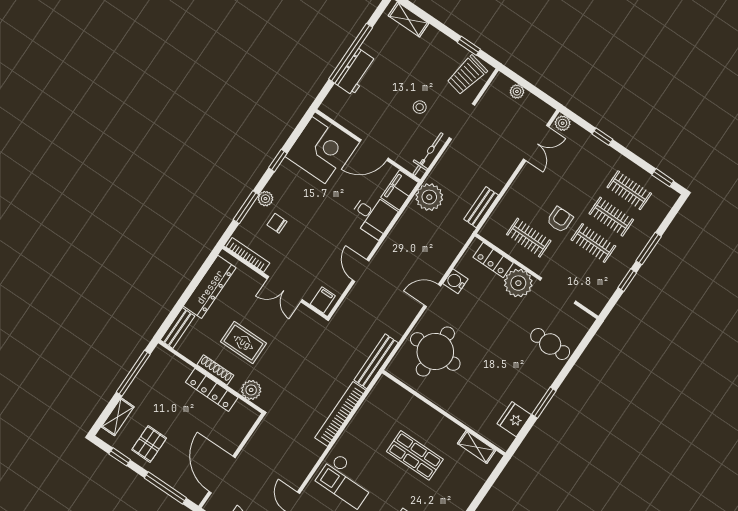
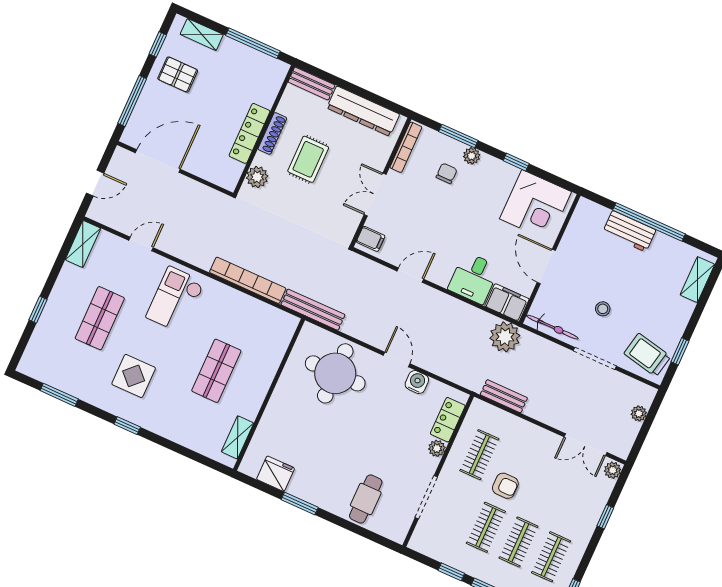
plant: (518, 283) -> (437, 448), width x0.53, depth x0.53

